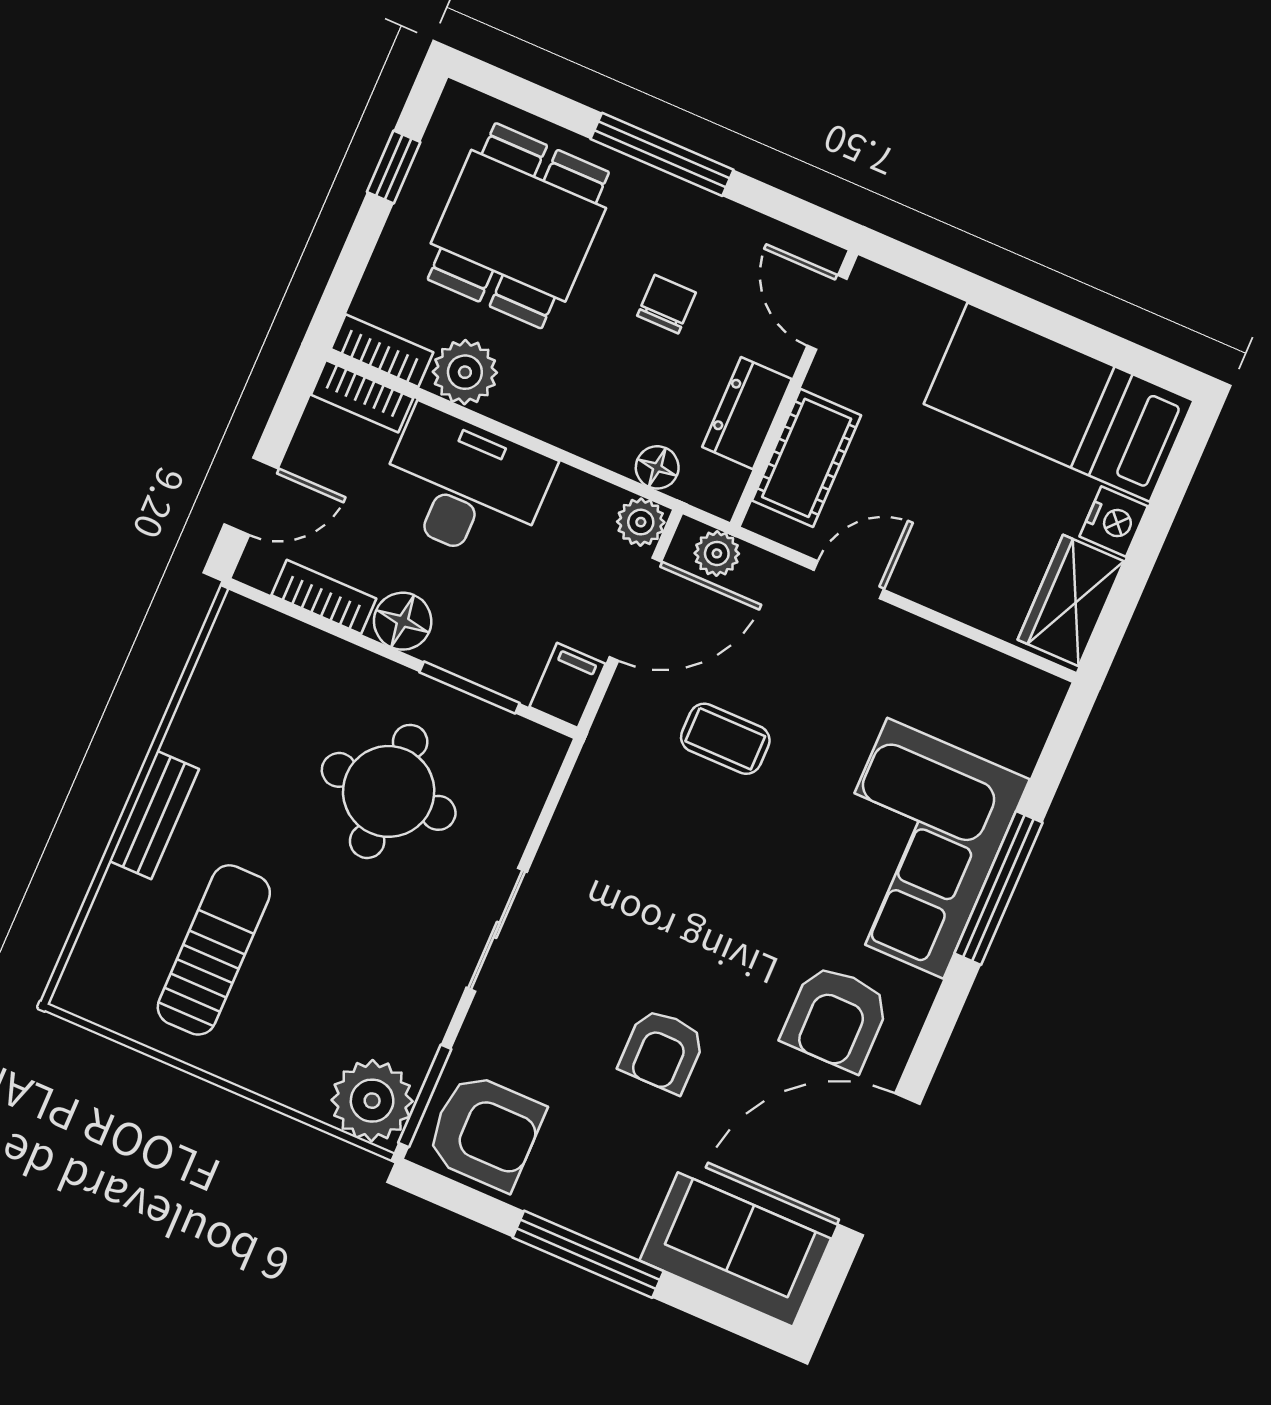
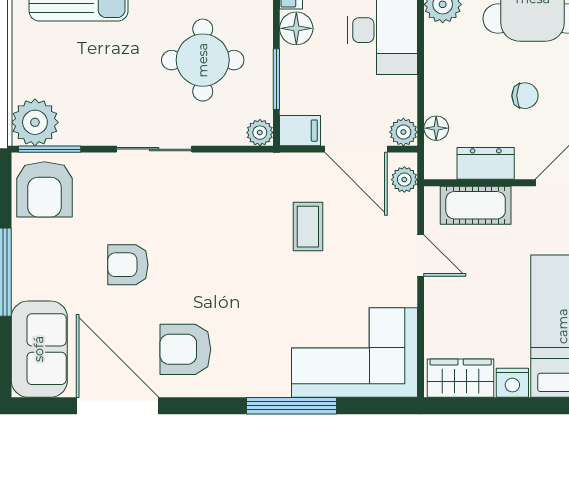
plant: (543, 751) -> (260, 133), added
corner sofa: (915, 848) -> (354, 352), moved

